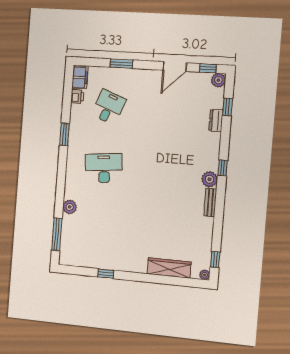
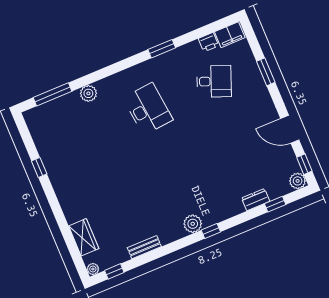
bench: (210, 202) -> (144, 247), moved
wardrobe: (169, 268) -> (84, 237), width x0.67

